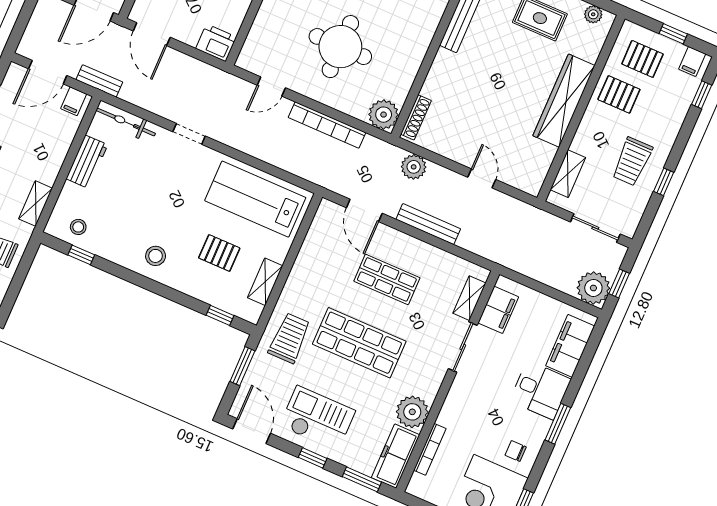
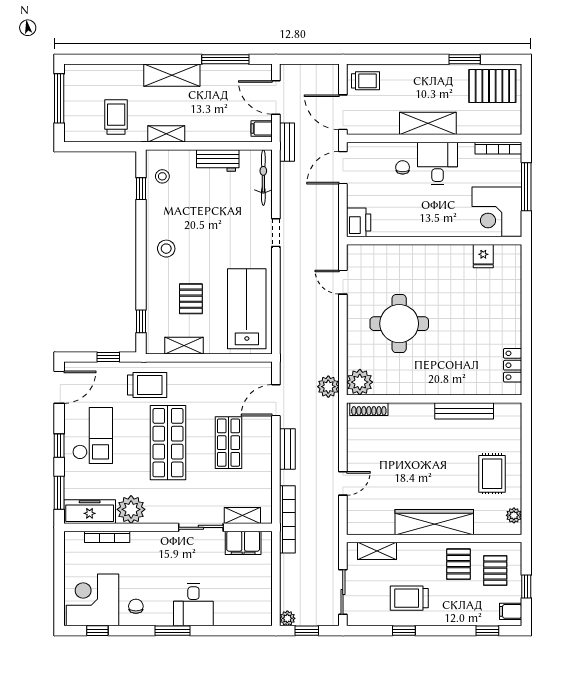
bookcase: (327, 125) -> (287, 519), moved, turned 180
plant: (414, 167) -> (328, 387), moved
bench: (428, 224) -> (287, 449), width x0.73
plant: (593, 288) -> (287, 618), width x0.53, depth x0.53
filing cabinet: (570, 346) -> (239, 613), removed
window: (242, 366) -> (108, 357), width x0.67

